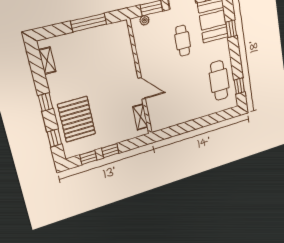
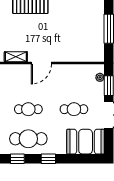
window: (231, 29) -> (48, 159), moved
cafe table: (191, 89) -> (28, 109), added

